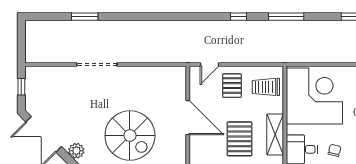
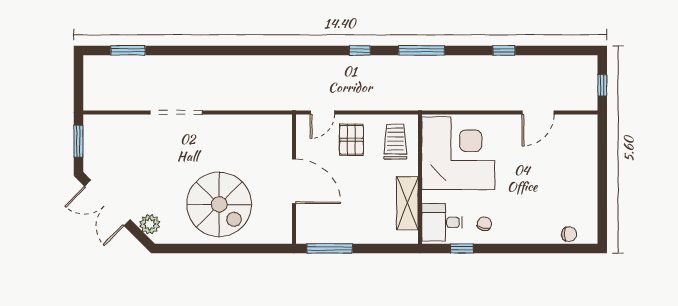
window: (85, 17) -> (128, 50), moved
window: (21, 87) -> (78, 141), width x1.50
trolley: (266, 87) -> (395, 142), turned 90
pallet: (240, 139) -> (361, 209), removed

